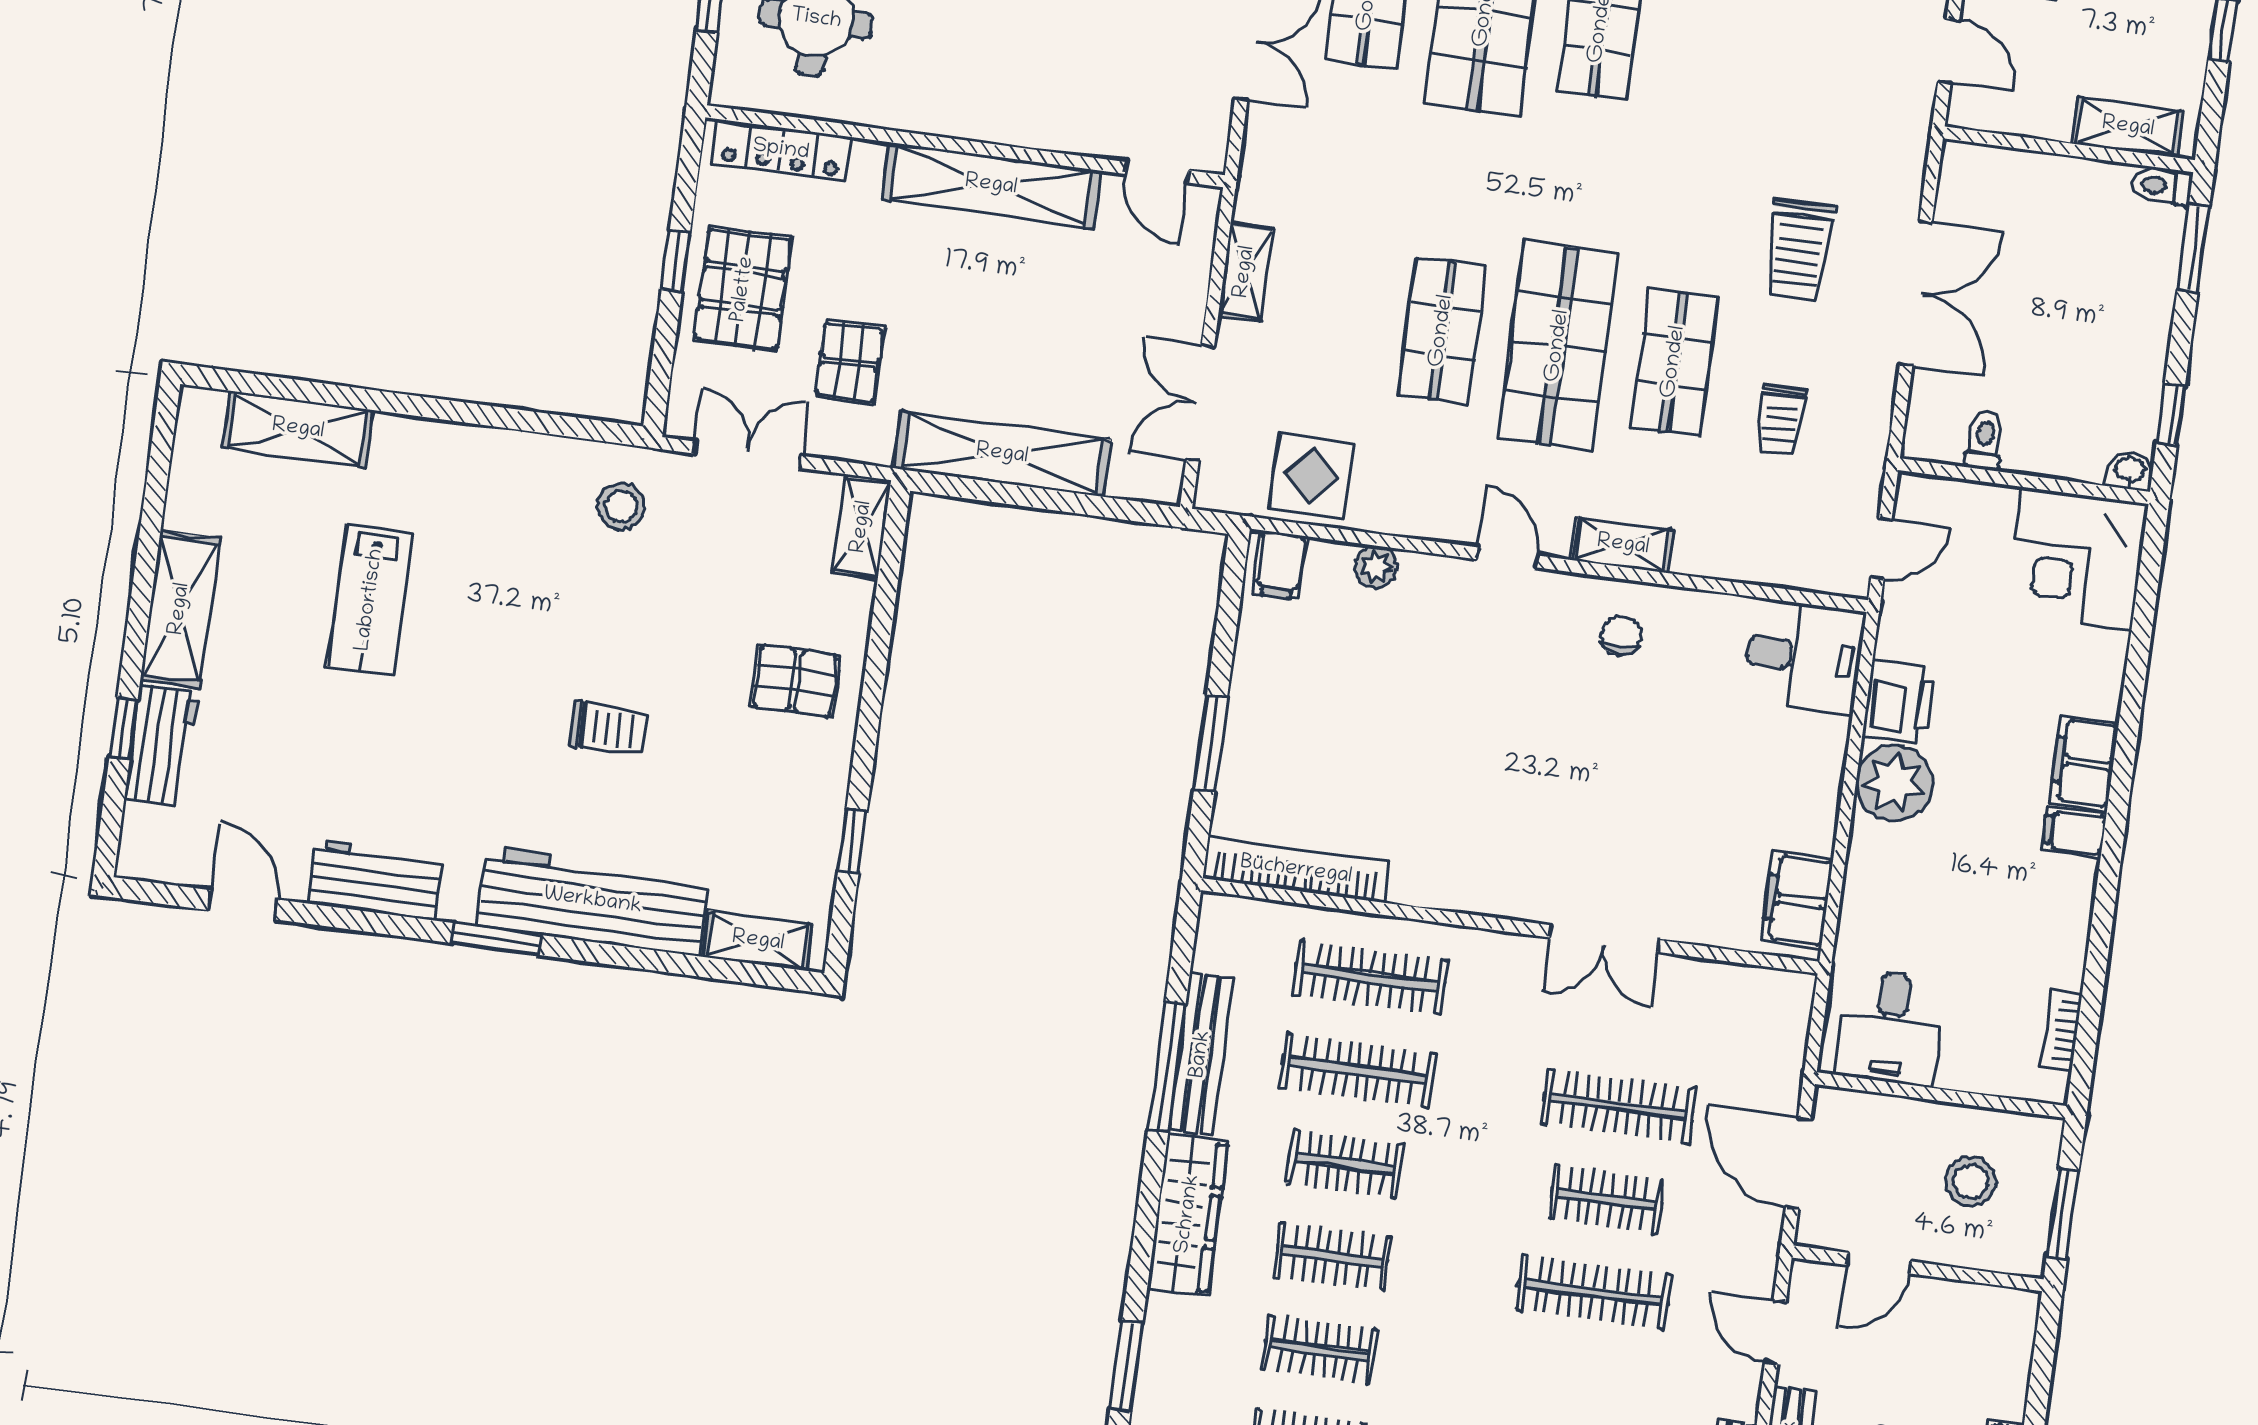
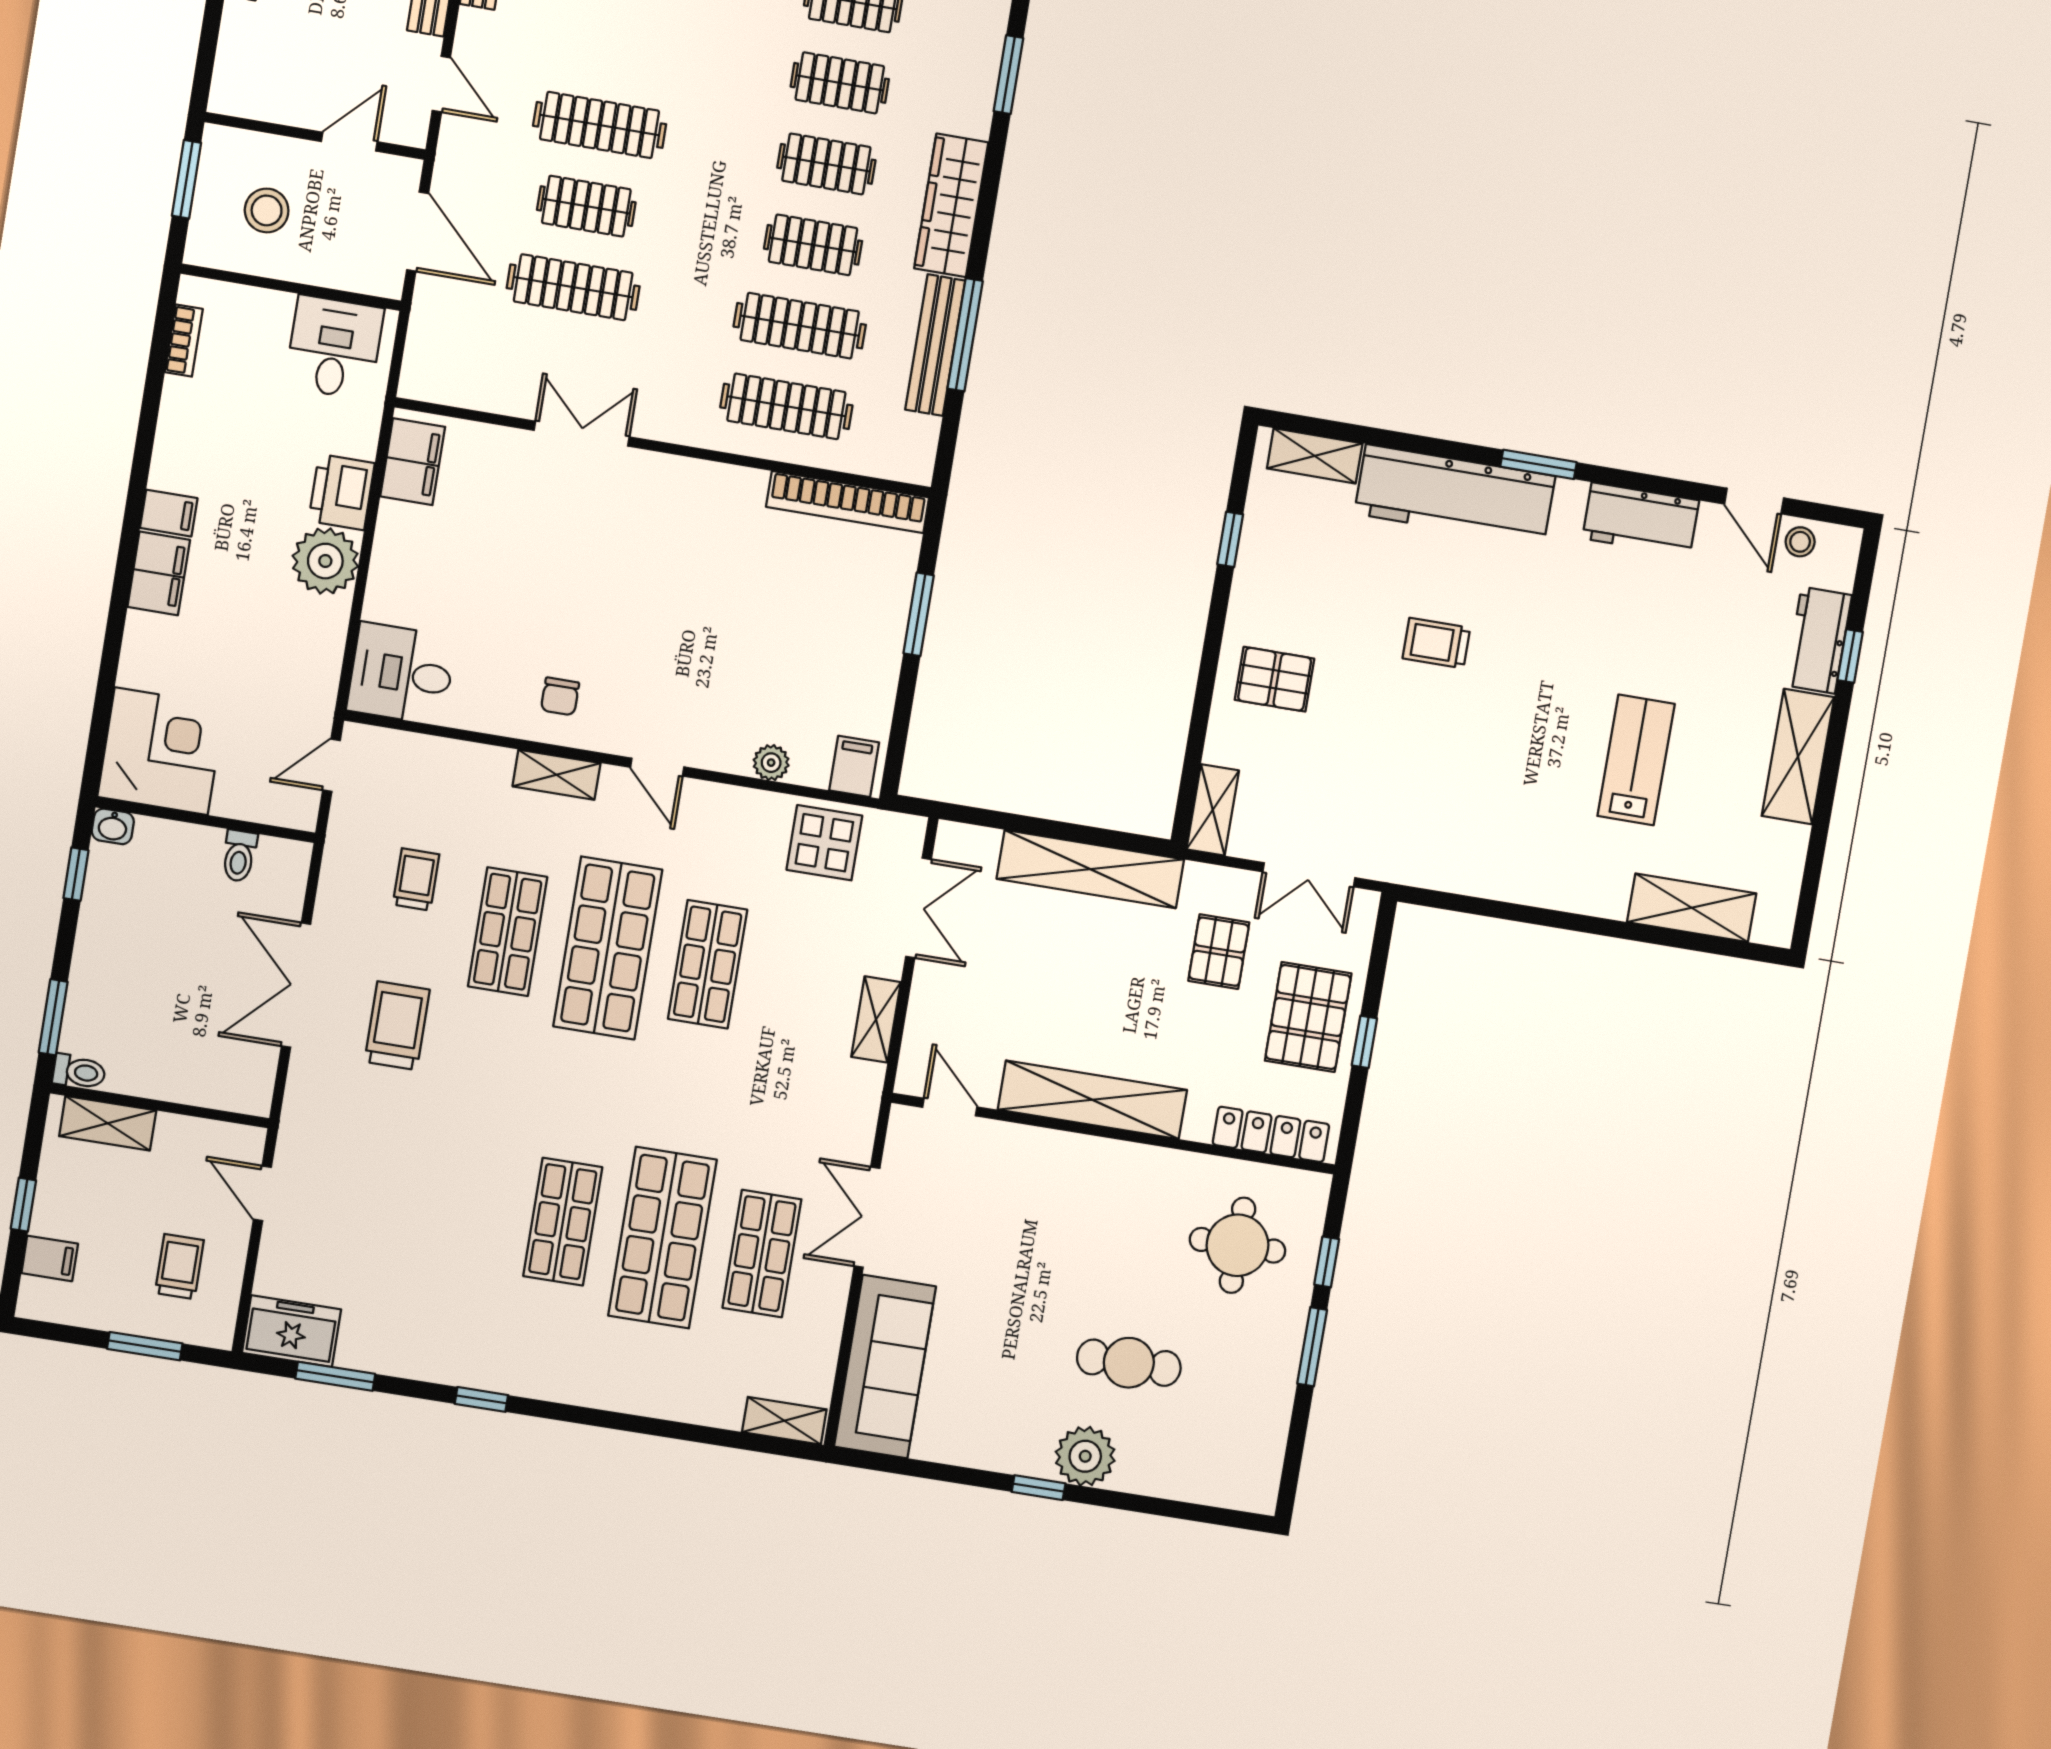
stool: (621, 506) -> (1800, 542), moved, width x0.73, depth x0.73
printer: (1899, 702) -> (342, 492), moved

